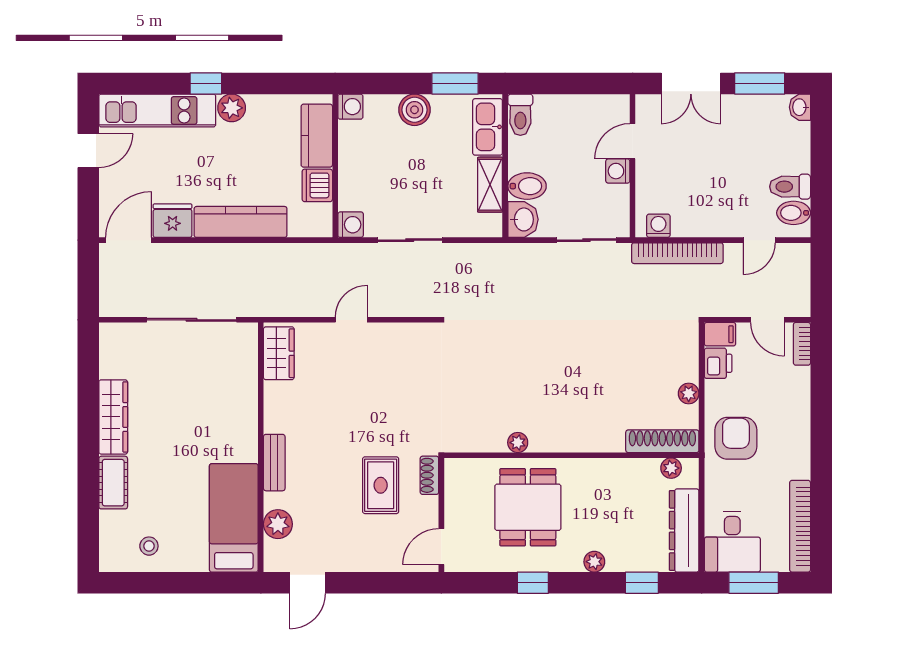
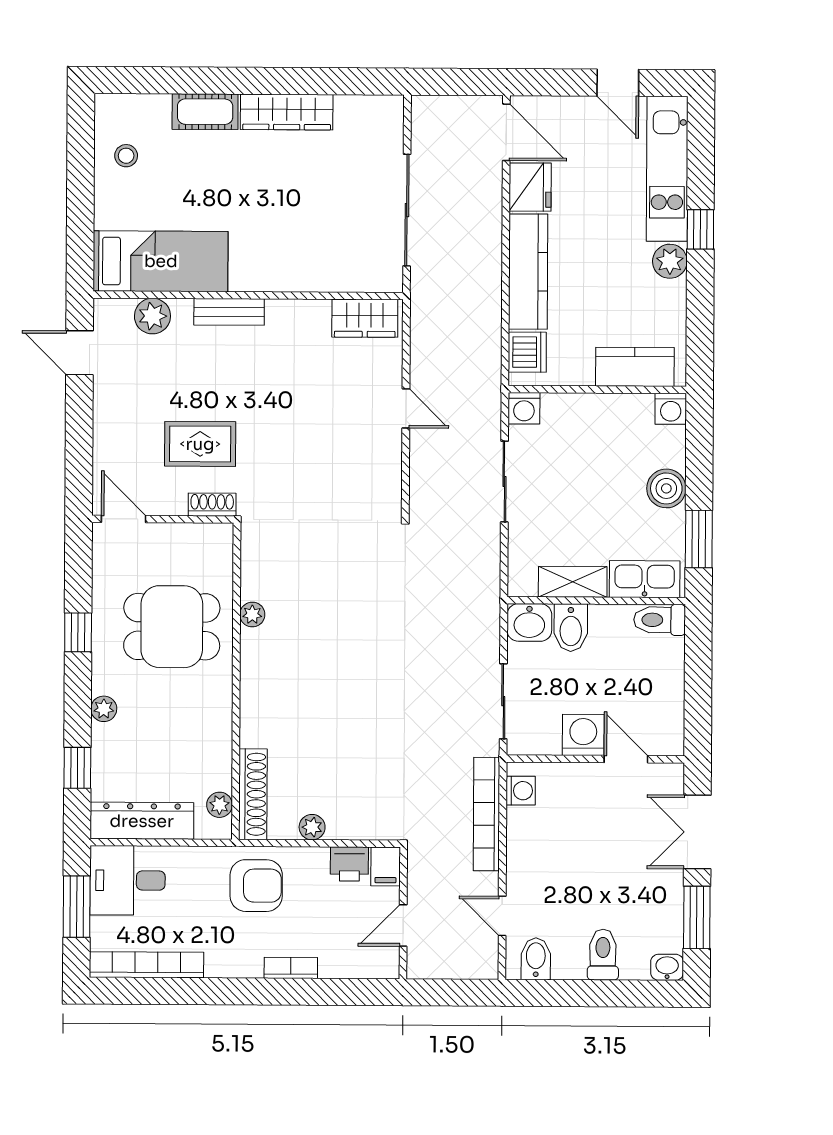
washing machine: (618, 171) -> (583, 735), width x1.38, depth x1.38
dishwasher: (317, 185) -> (527, 352), moved, turned 90
toilet: (790, 187) -> (603, 955), moved
bookcase: (802, 344) -> (291, 968), moved

